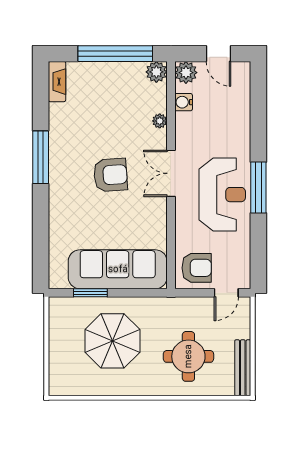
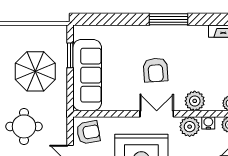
plant: (160, 121) -> (195, 101), width x1.87, depth x1.87
plant: (189, 128) -> (190, 127), added
armchair: (197, 268) -> (88, 132), turned -100

